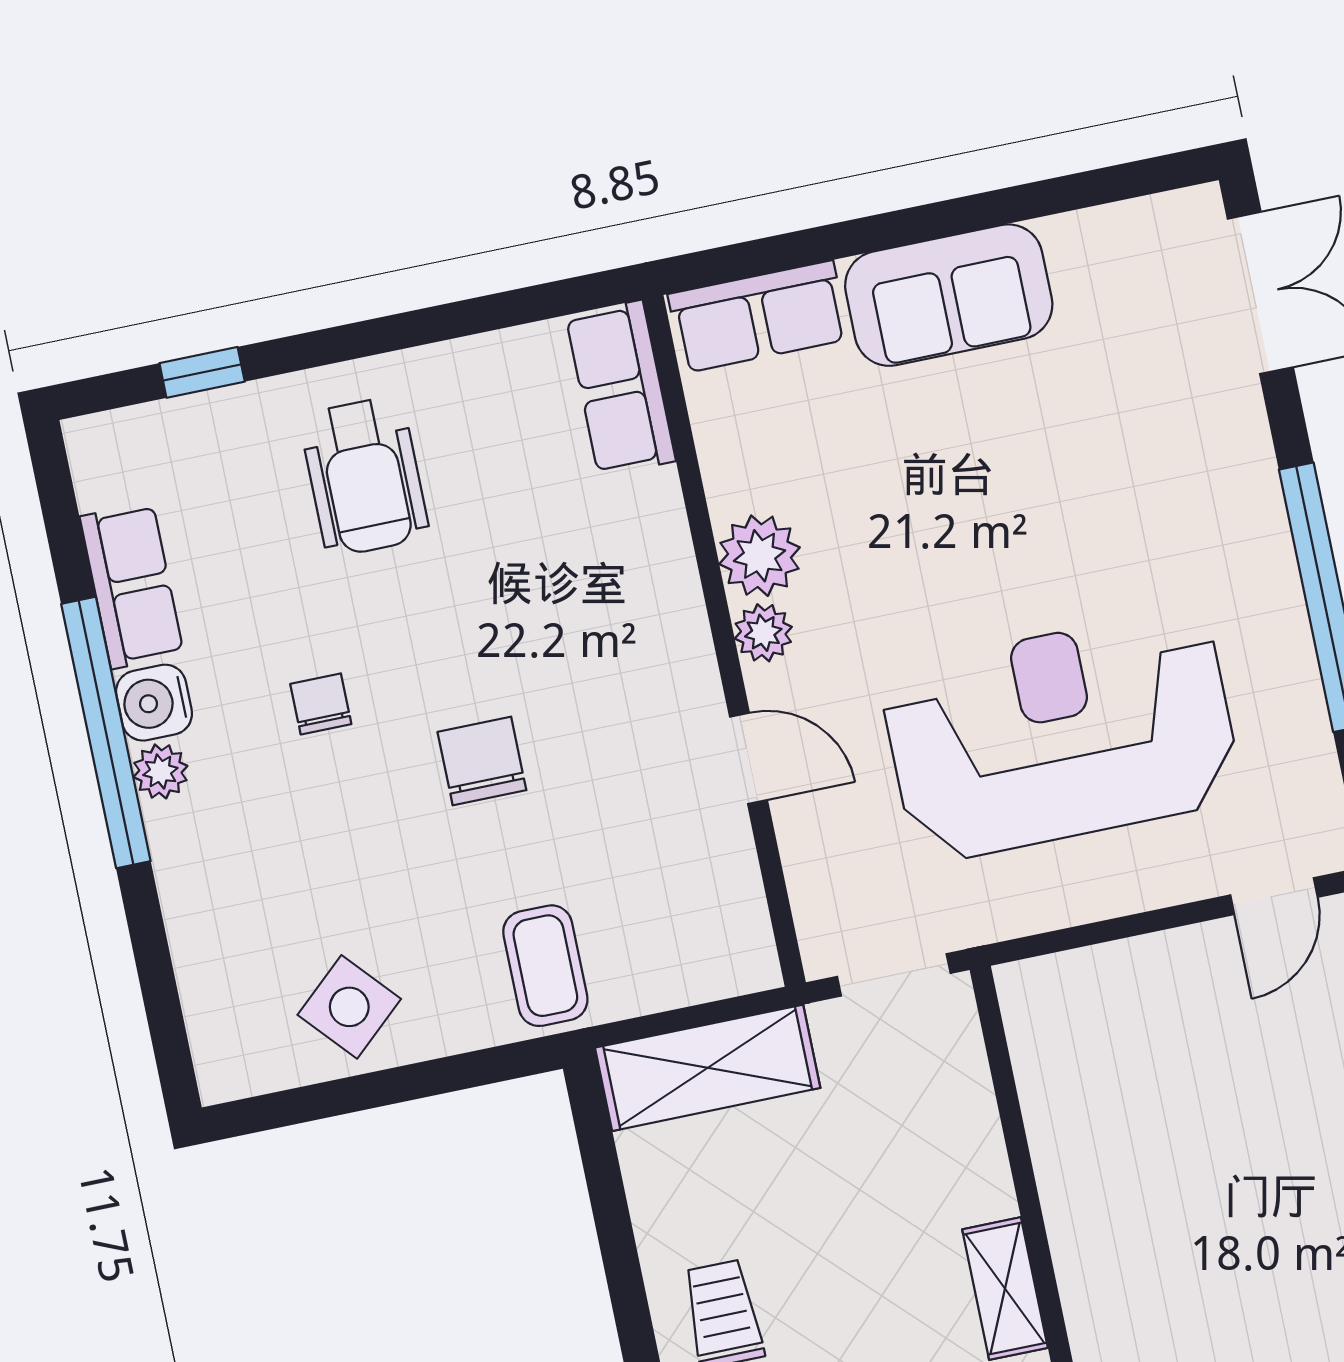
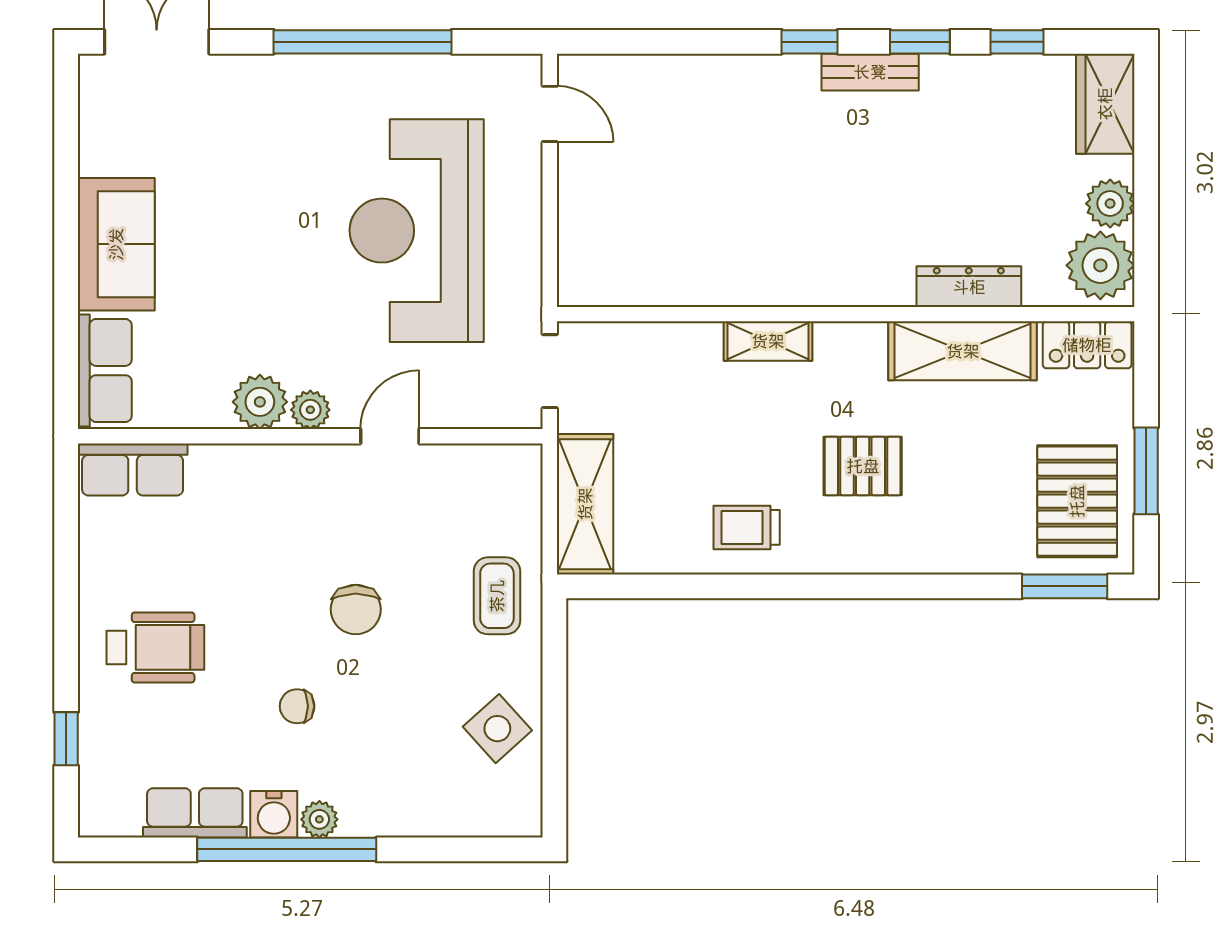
chair: (482, 761) -> (356, 609), turned -90
coffee table: (545, 966) -> (497, 596), turned 90

